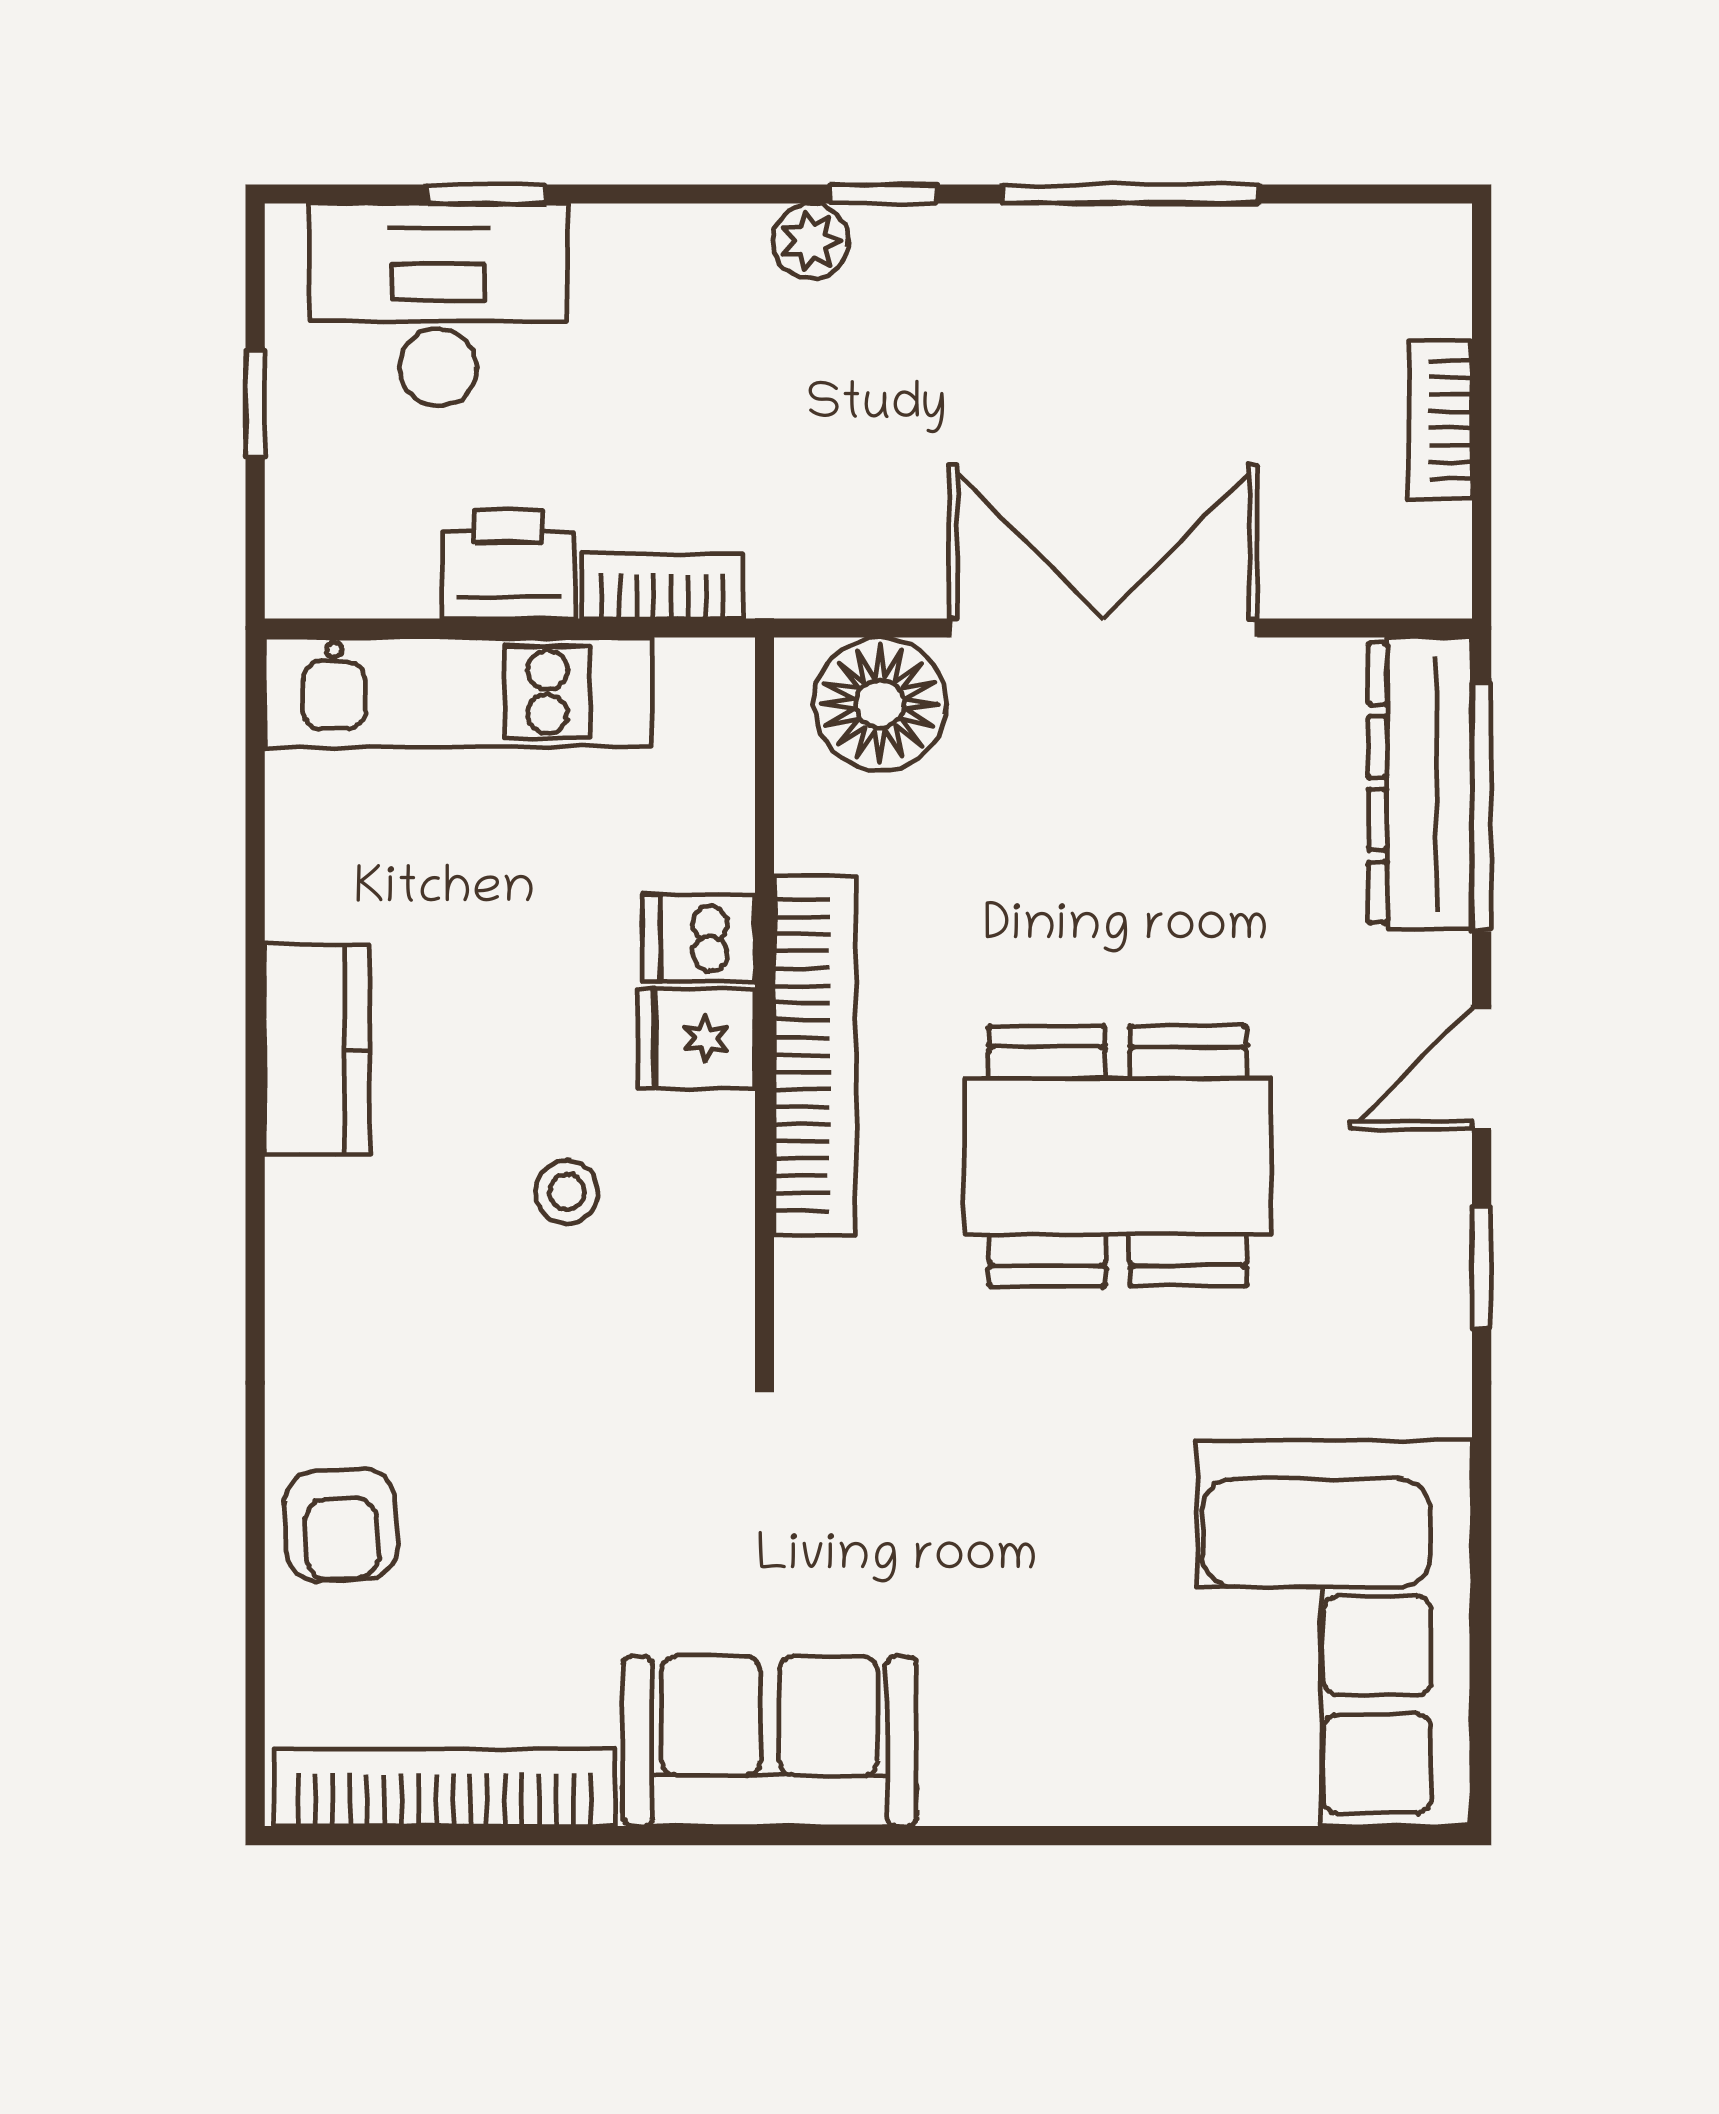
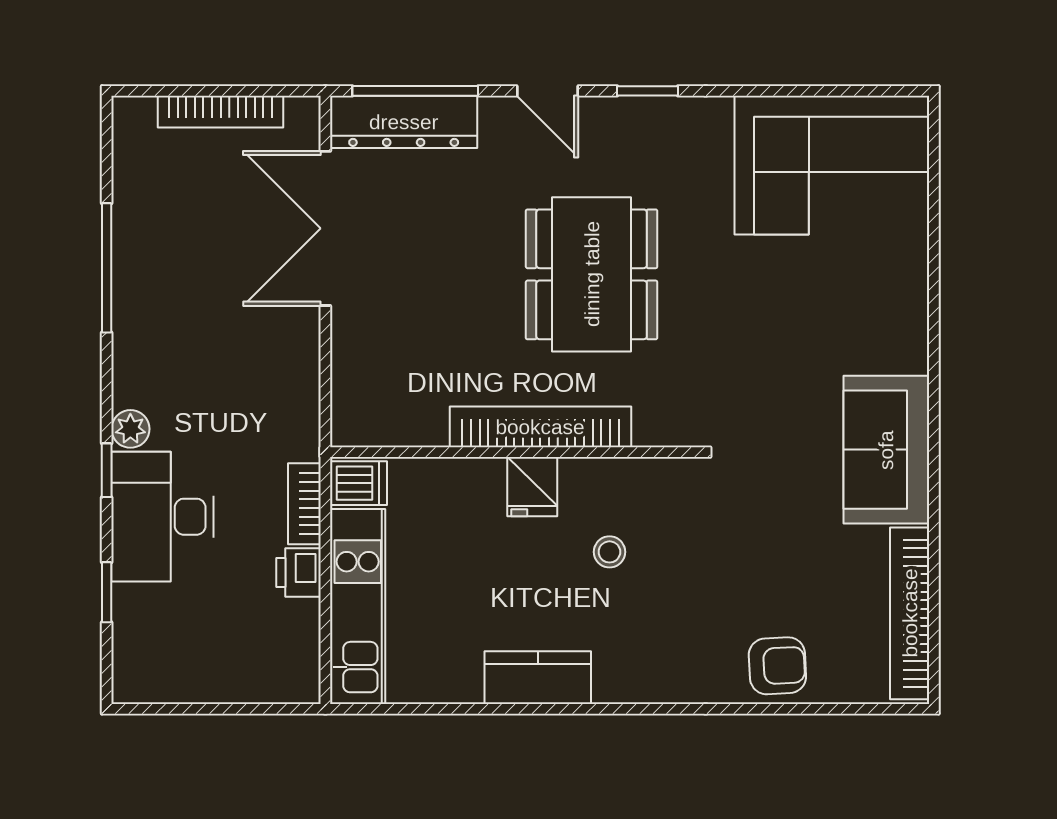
window: (884, 194) -> (107, 470), moved
desk: (438, 305) -> (163, 517), moved
window: (255, 404) -> (212, 709), removed
bookcase: (1440, 420) -> (221, 112), width x1.56
printer: (508, 564) -> (299, 572), width x0.73, depth x0.81
double door: (1103, 628) -> (325, 228), moved
floor lamp: (880, 704) -> (364, 394), removed
dishwasher: (699, 938) -> (359, 483), moved, turned -90

